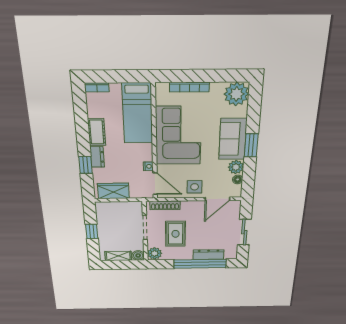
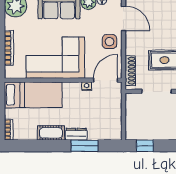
window: (86, 165) -> (85, 146), width x1.50
wardrobe: (113, 191) -> (113, 121), removed
window: (92, 231) -> (145, 146), moved

